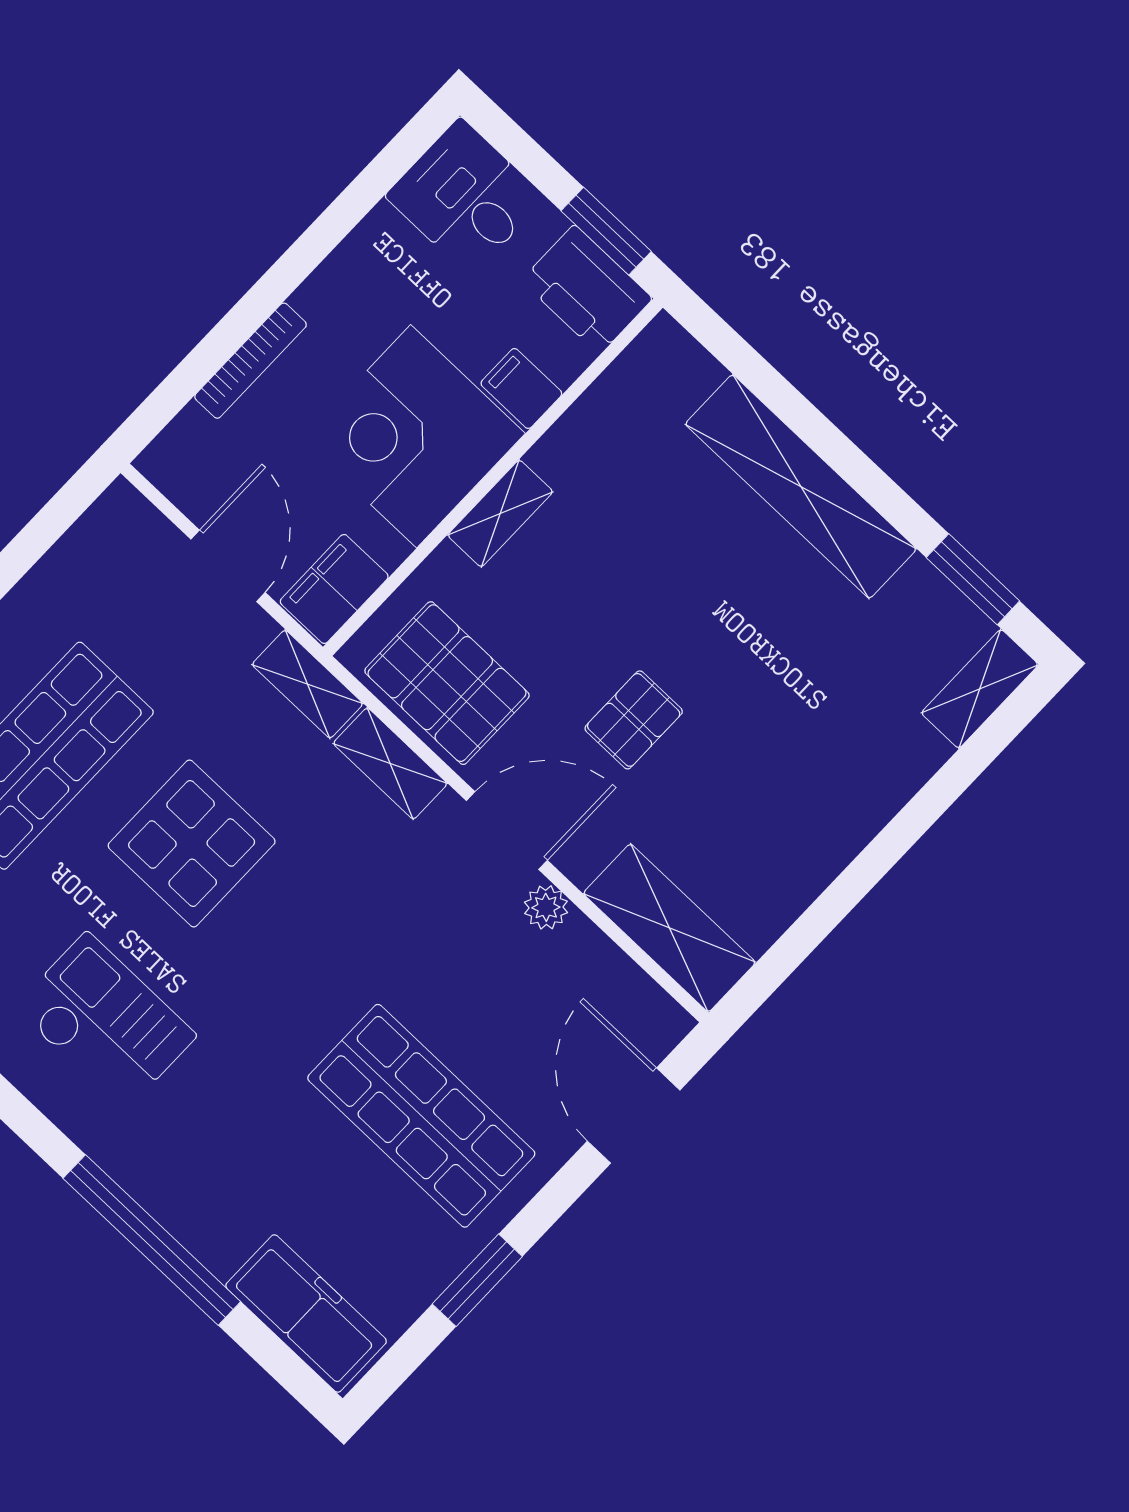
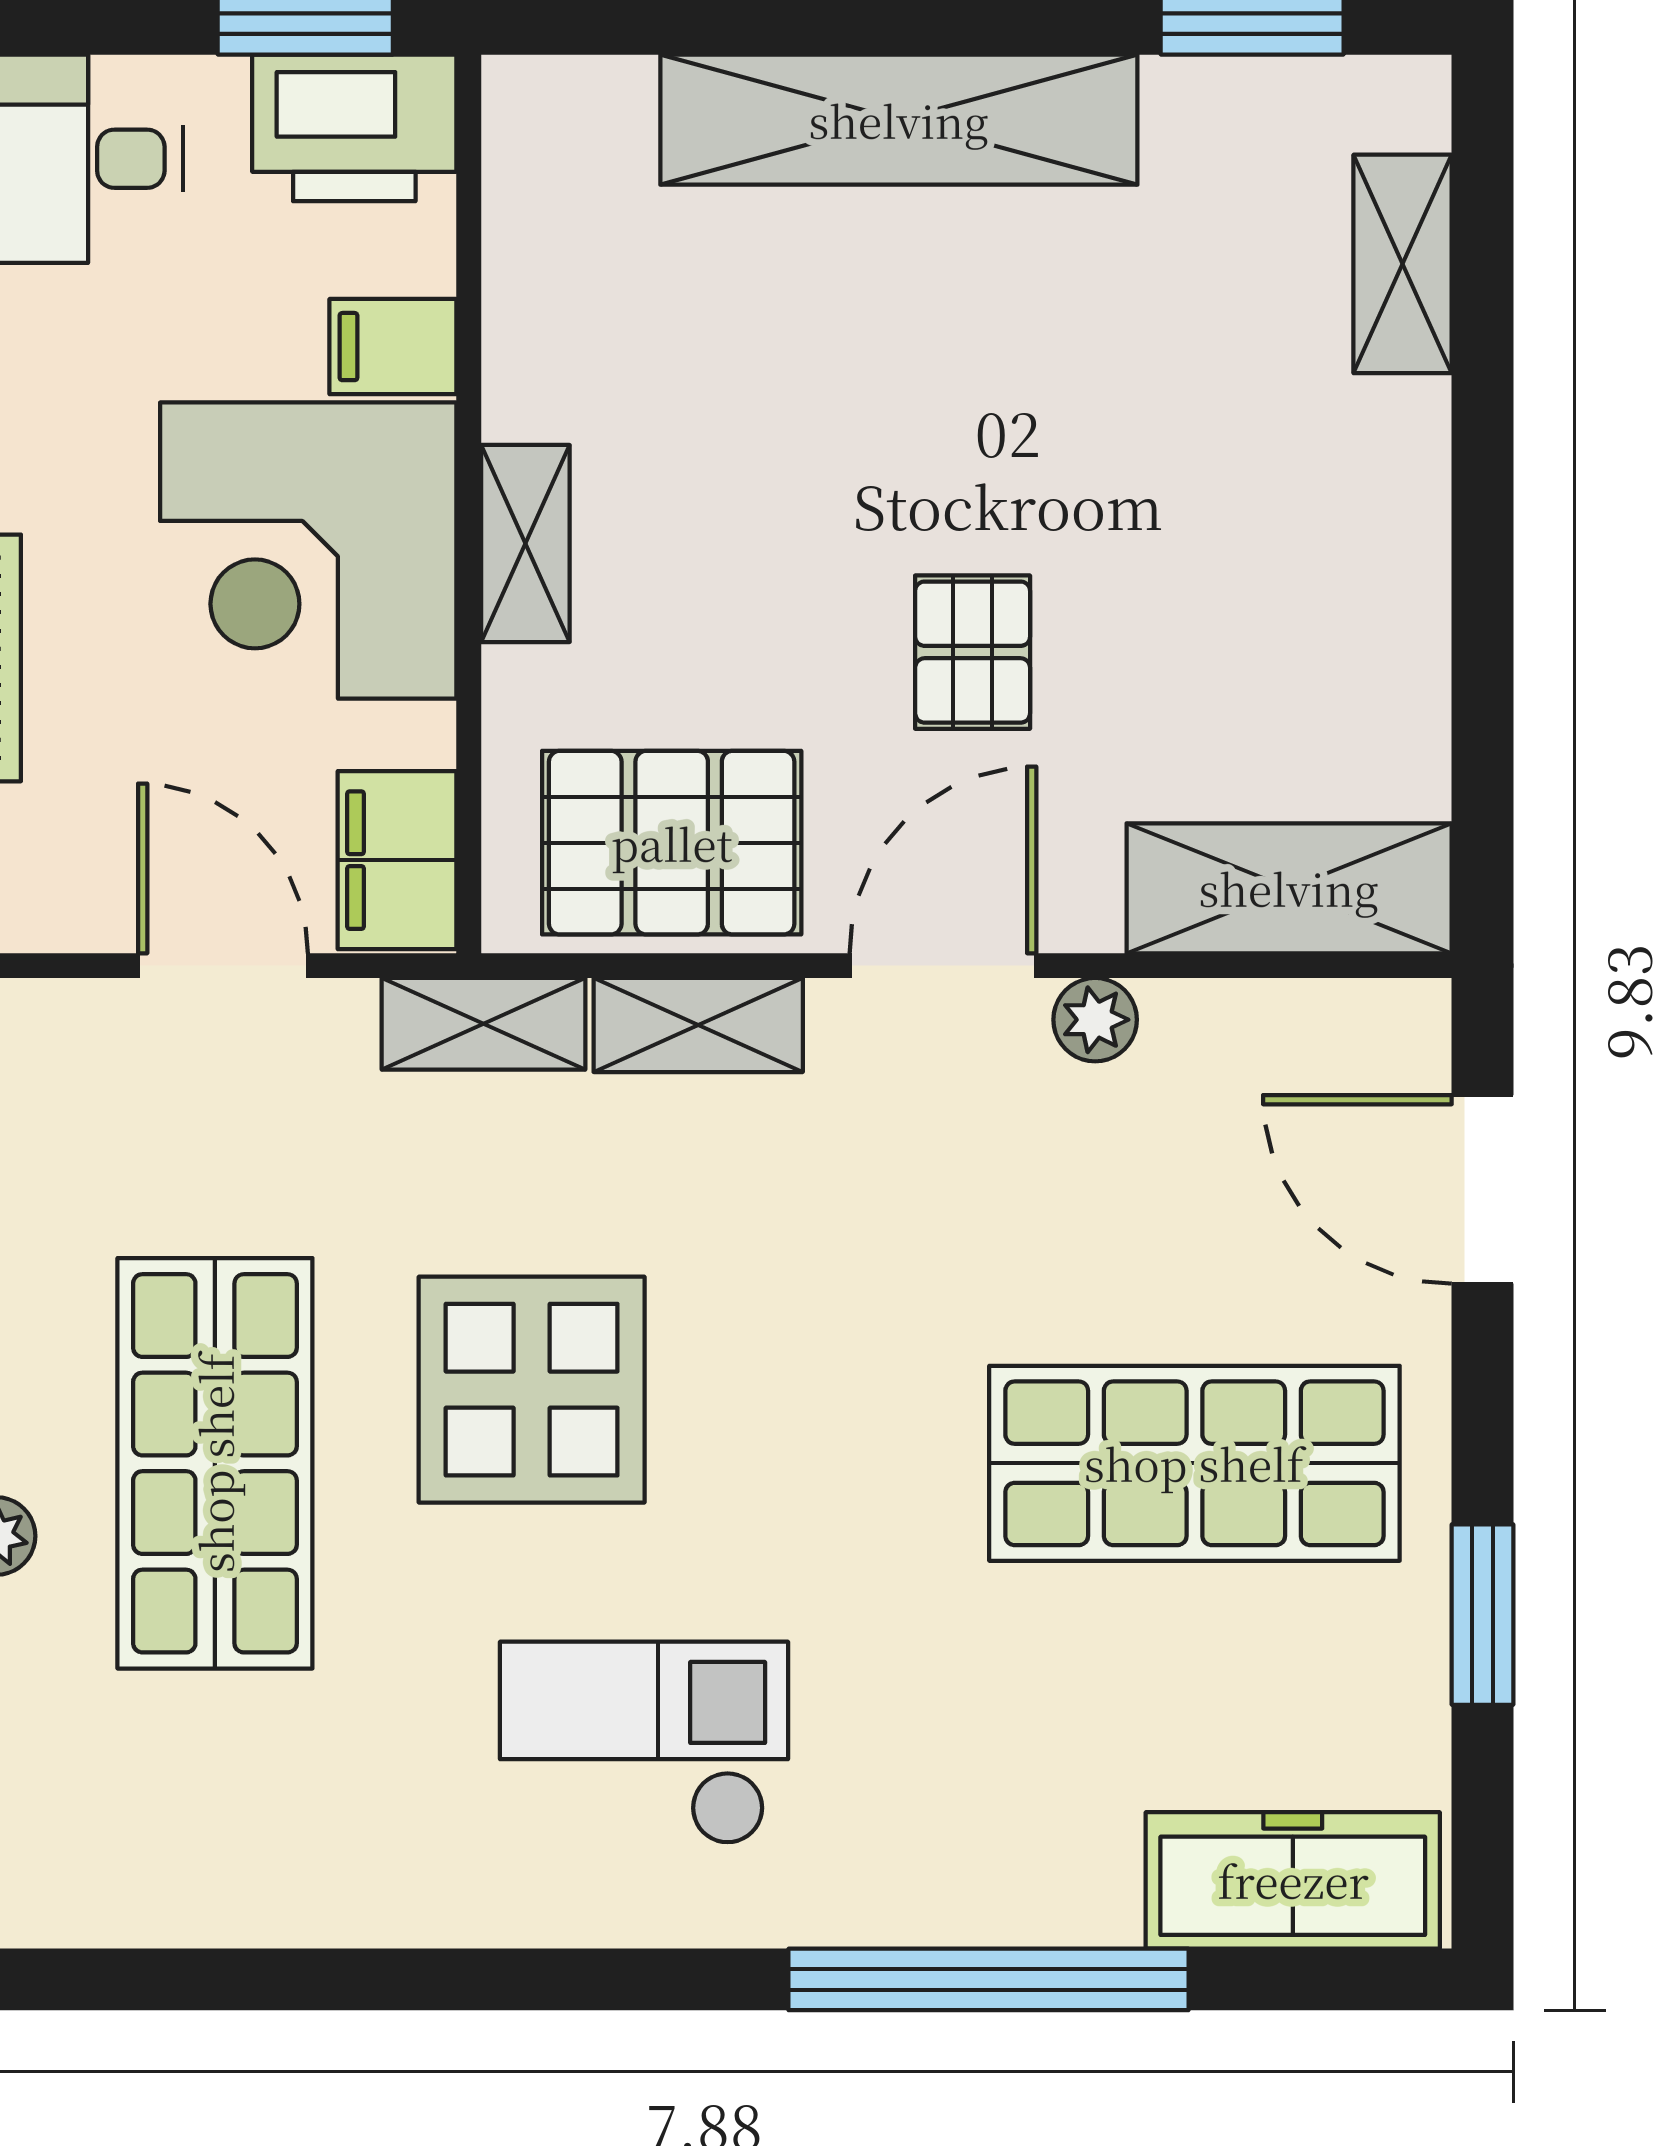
shelving: (980, 689) -> (1403, 264), moved

